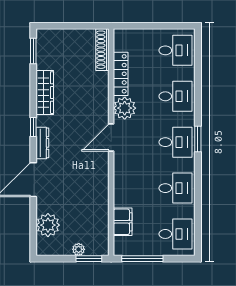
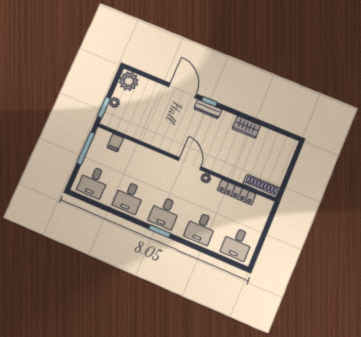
window: (33, 51) -> (282, 132), removed
wardrobe: (45, 93) -> (246, 127), width x0.67
plant: (125, 108) -> (206, 178), width x0.53, depth x0.53
window: (33, 127) -> (209, 102), moved
filing cabinet: (123, 222) -> (115, 143), width x0.50
plant: (48, 225) -> (129, 81), moved

